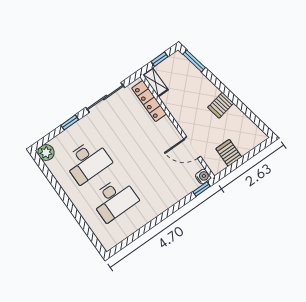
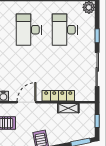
shelving: (155, 82) -> (68, 108), moved
locker: (149, 101) -> (58, 96), moved

